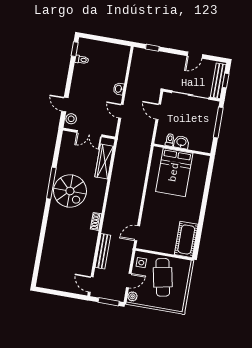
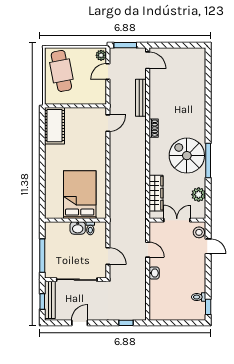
plant: (65, 153) -> (199, 195), added
side table: (141, 263) -> (98, 93), removed
cafe table: (163, 277) -> (61, 71), moved

